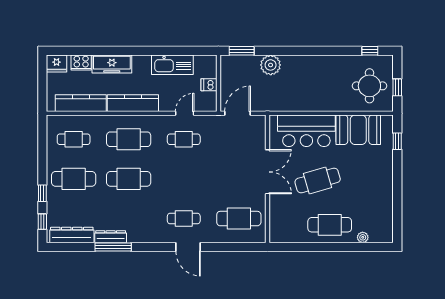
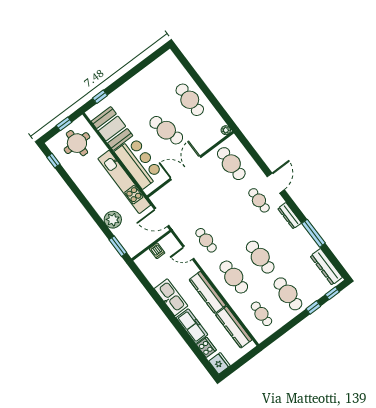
kitchen sink: (172, 65) -> (171, 297), moved
kitchen unit: (298, 103) -> (124, 182), added
dresser: (111, 237) -> (290, 216), moved
plant: (363, 237) -> (226, 130), moved

